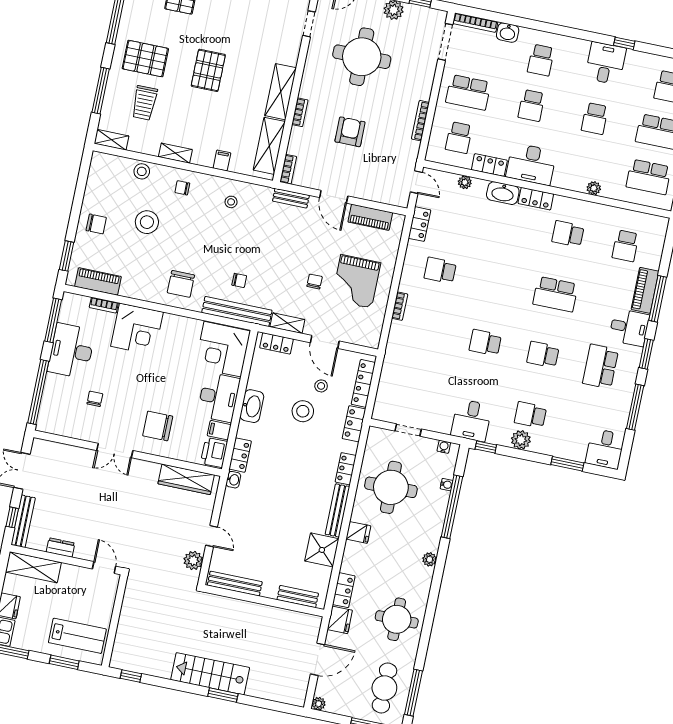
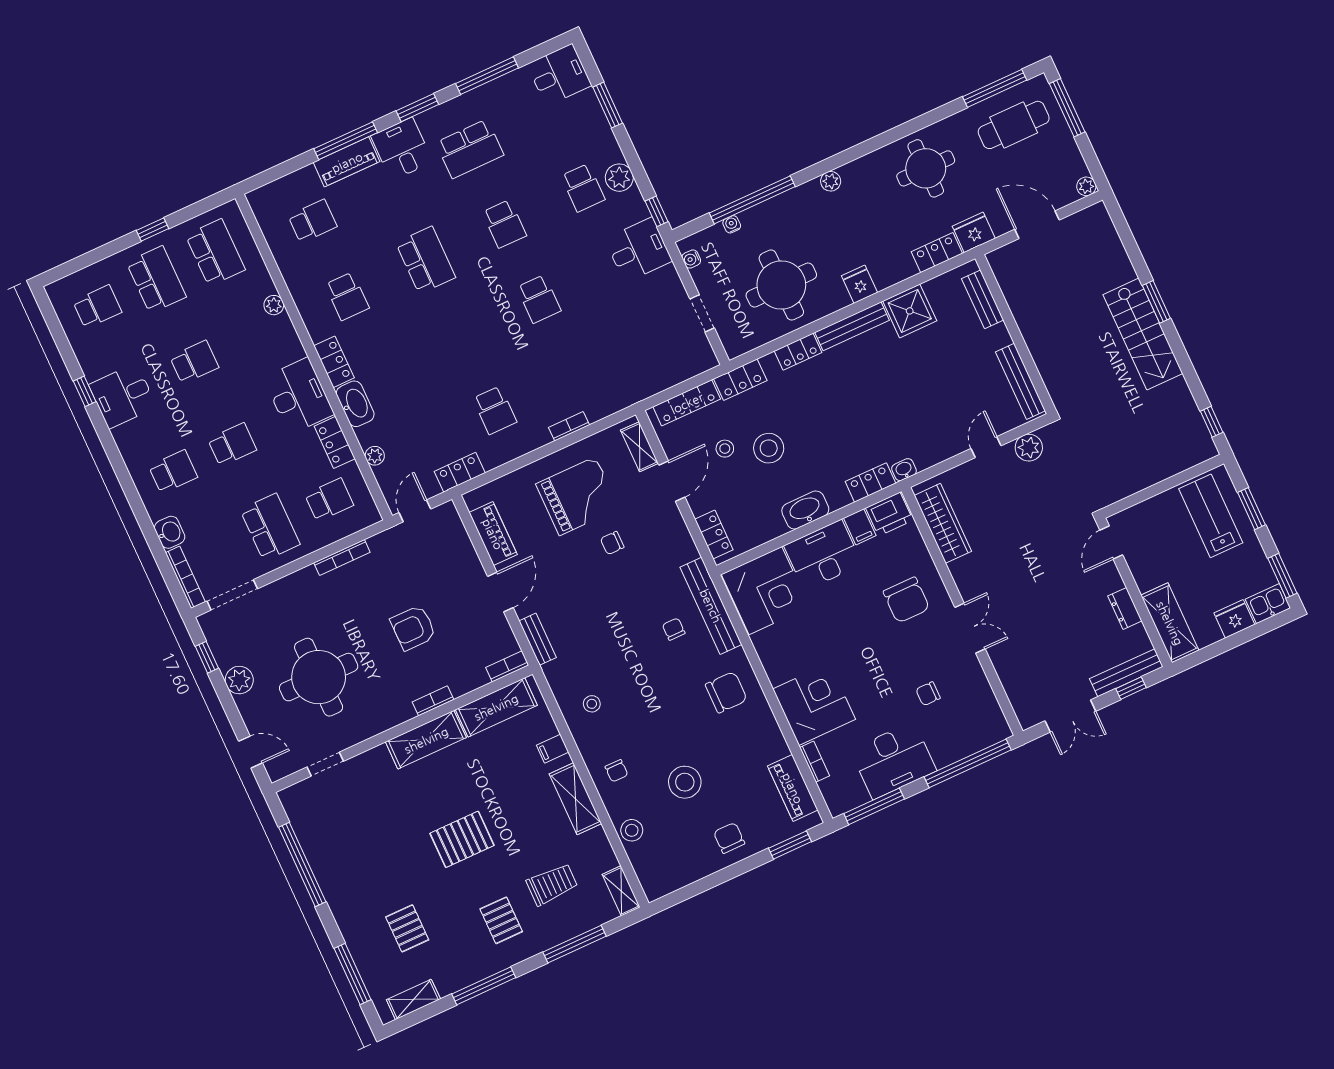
pallet: (145, 59) -> (501, 920), width x0.67, depth x0.71
shelving: (175, 153) -> (575, 799), width x1.50, depth x1.33
shelving: (287, 323) -> (639, 447), moved

